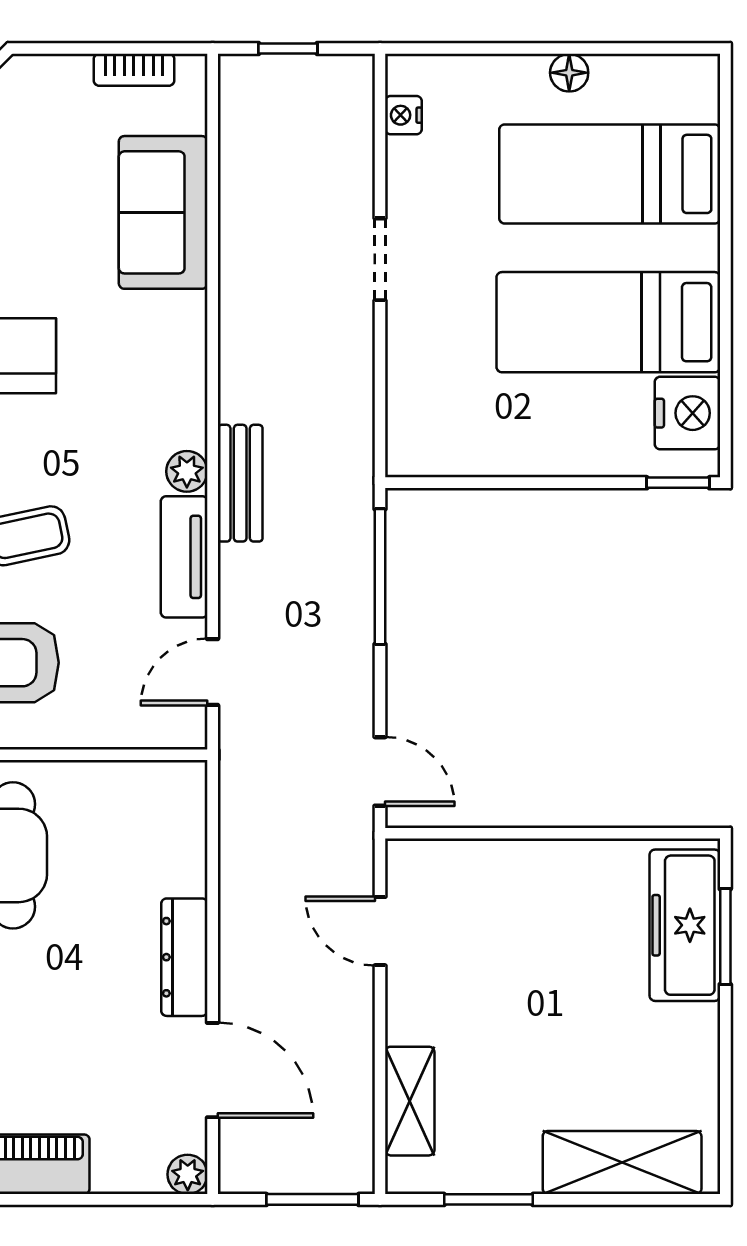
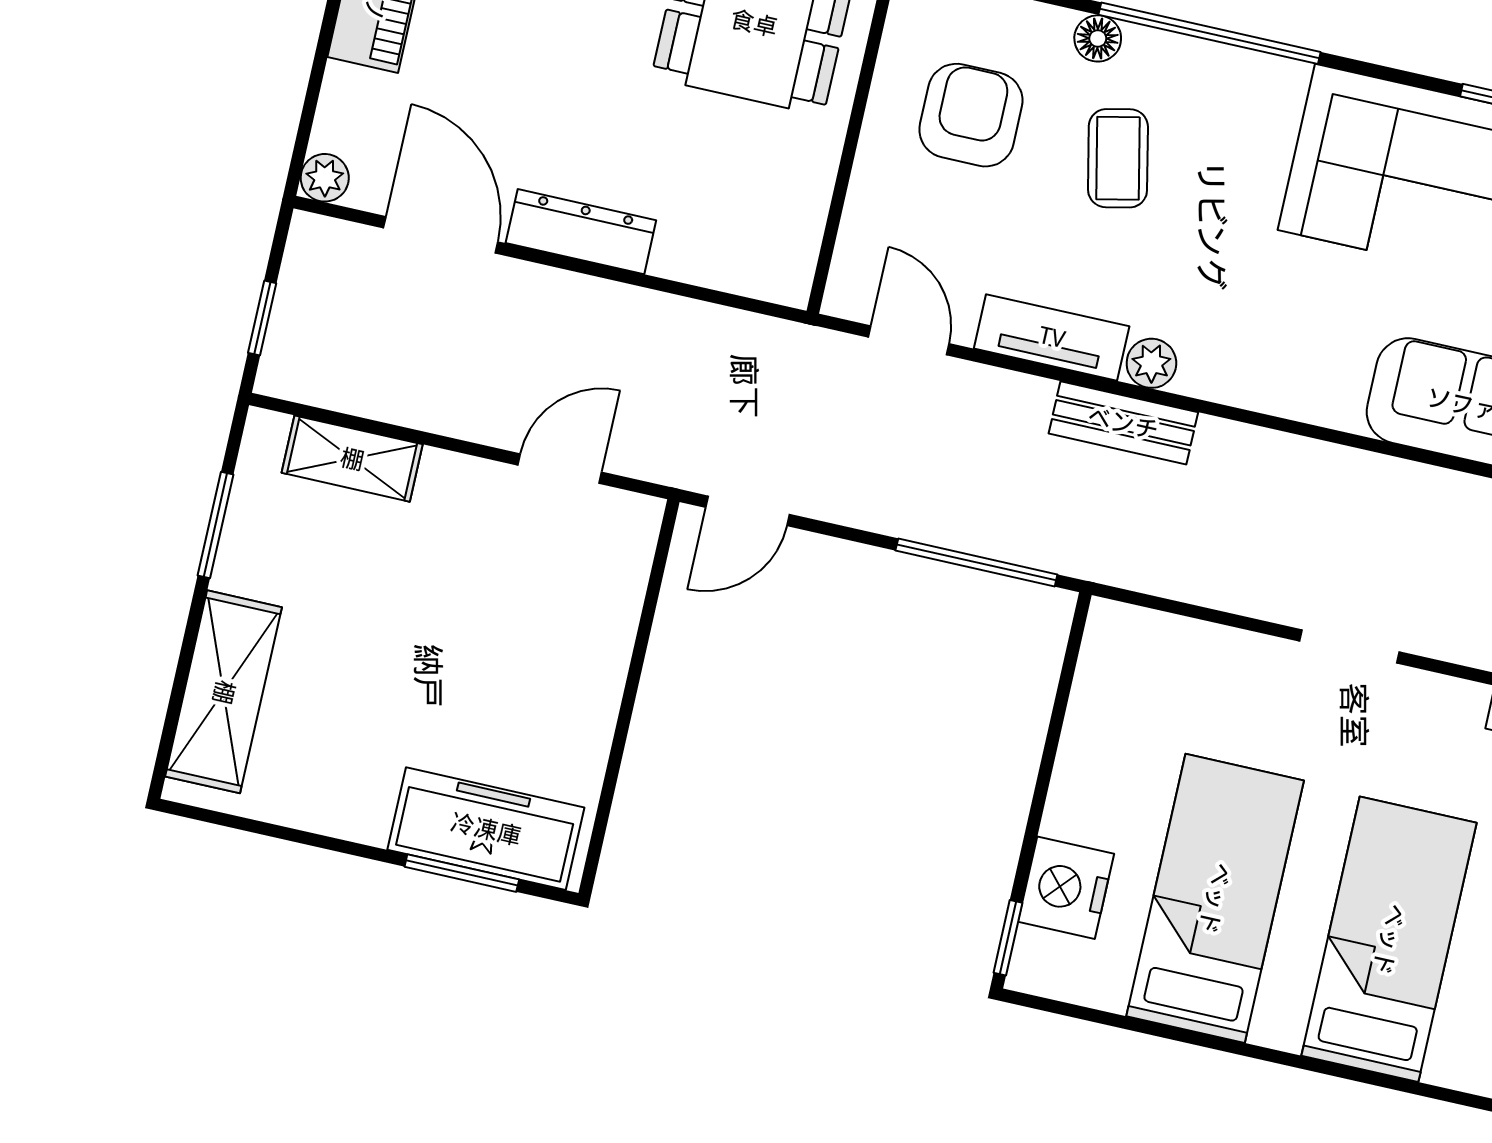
nightstand: (687, 413) -> (1066, 888), moved, turned 90
door: (213, 1070) -> (441, 235), swing flipped
window: (312, 1199) -> (262, 318), width x0.67

